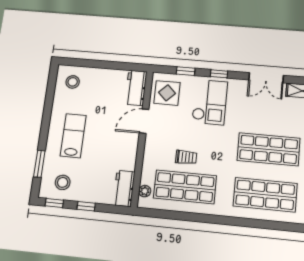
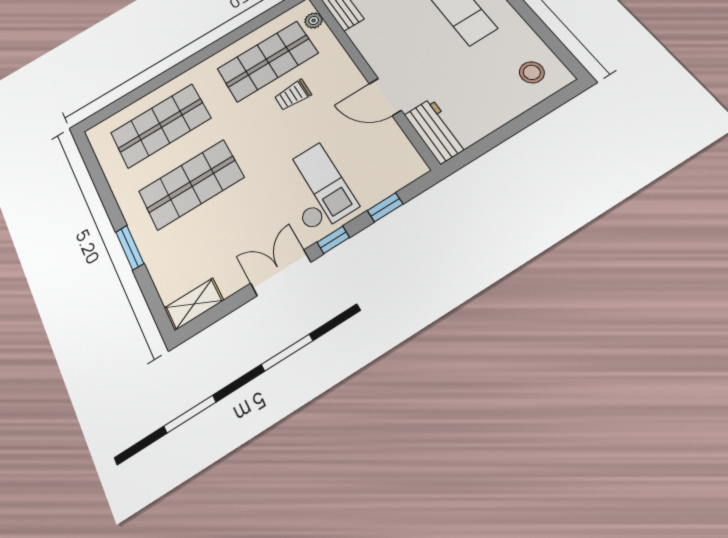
double door: (266, 78) -> (281, 273), moved
display table: (167, 93) -> (386, 156), removed
checkout: (210, 102) -> (316, 189), turned 180
door: (144, 121) -> (385, 97), swing flipped

